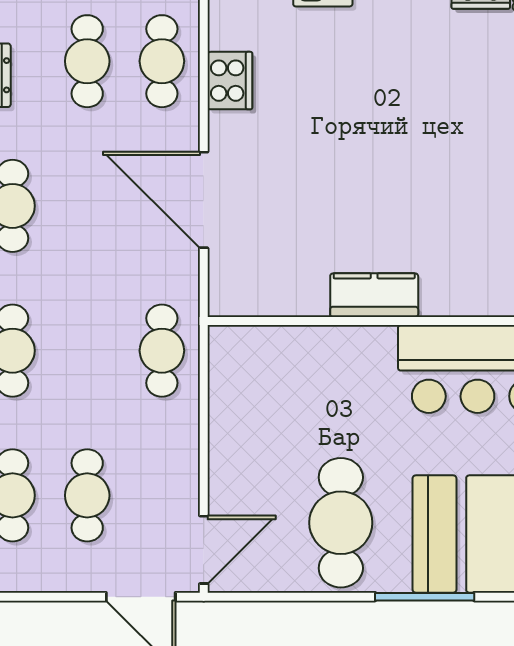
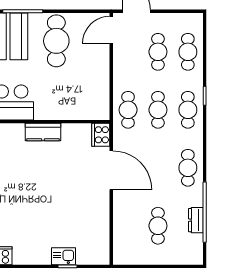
cafe table: (162, 61) -> (158, 110), moved
cooker: (230, 81) -> (101, 135), moved

